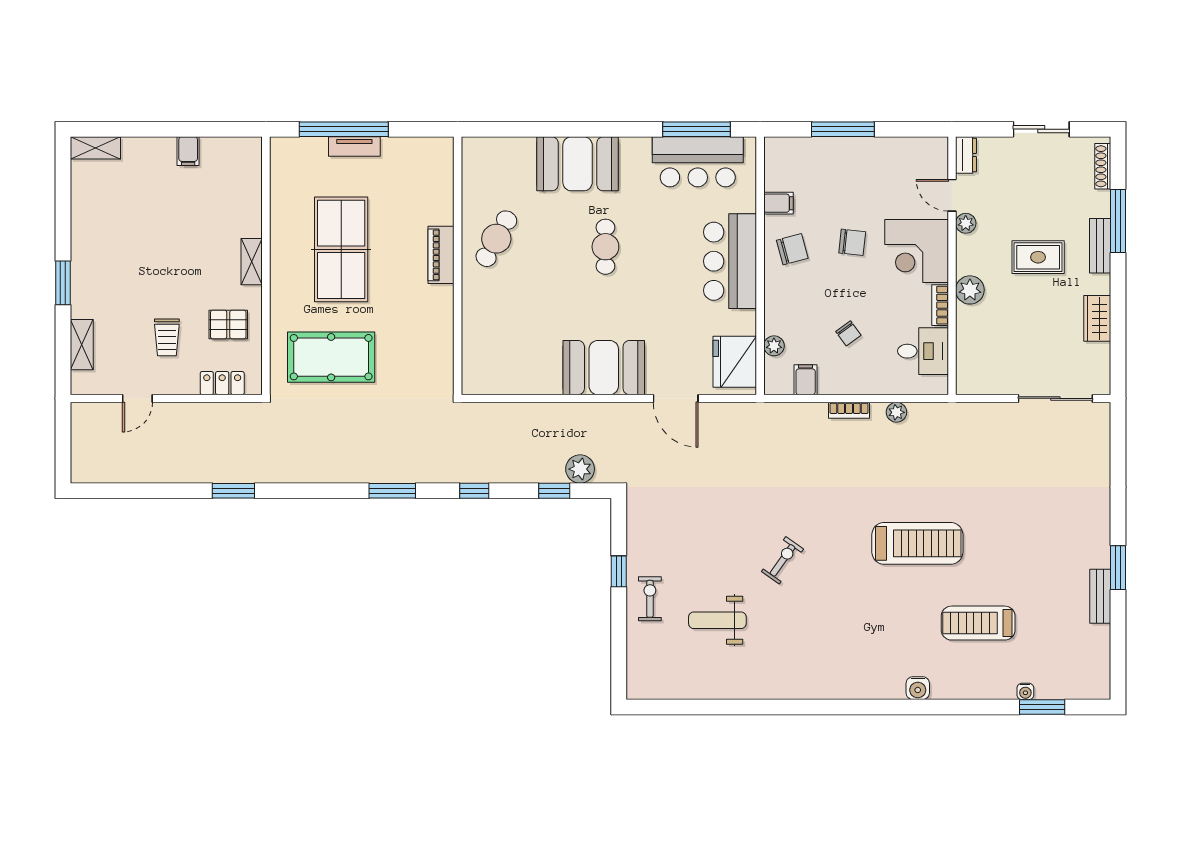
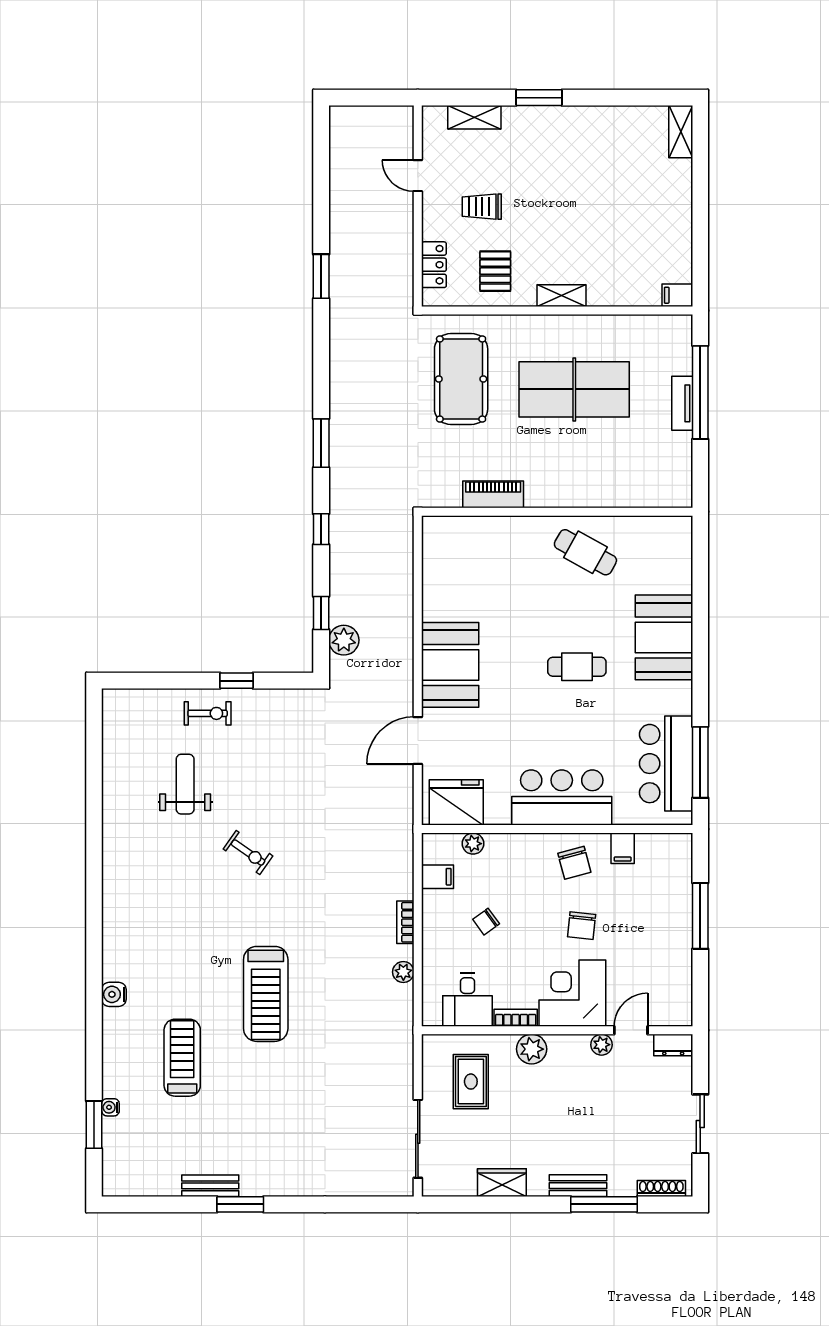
filing cabinet: (188, 151) -> (677, 295), moved
piano: (441, 255) -> (493, 494), moved
rug: (1038, 257) -> (471, 1082), moved

